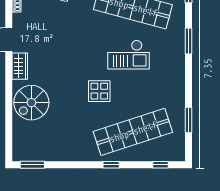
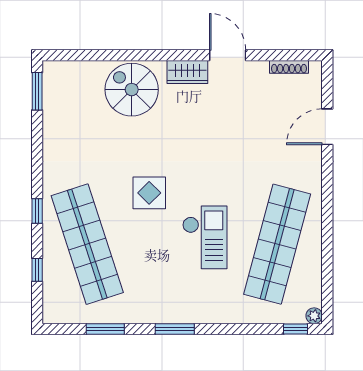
window: (189, 41) -> (175, 329), moved
checkout: (128, 55) -> (205, 237), turned 180
window: (161, 165) -> (37, 270), moved

